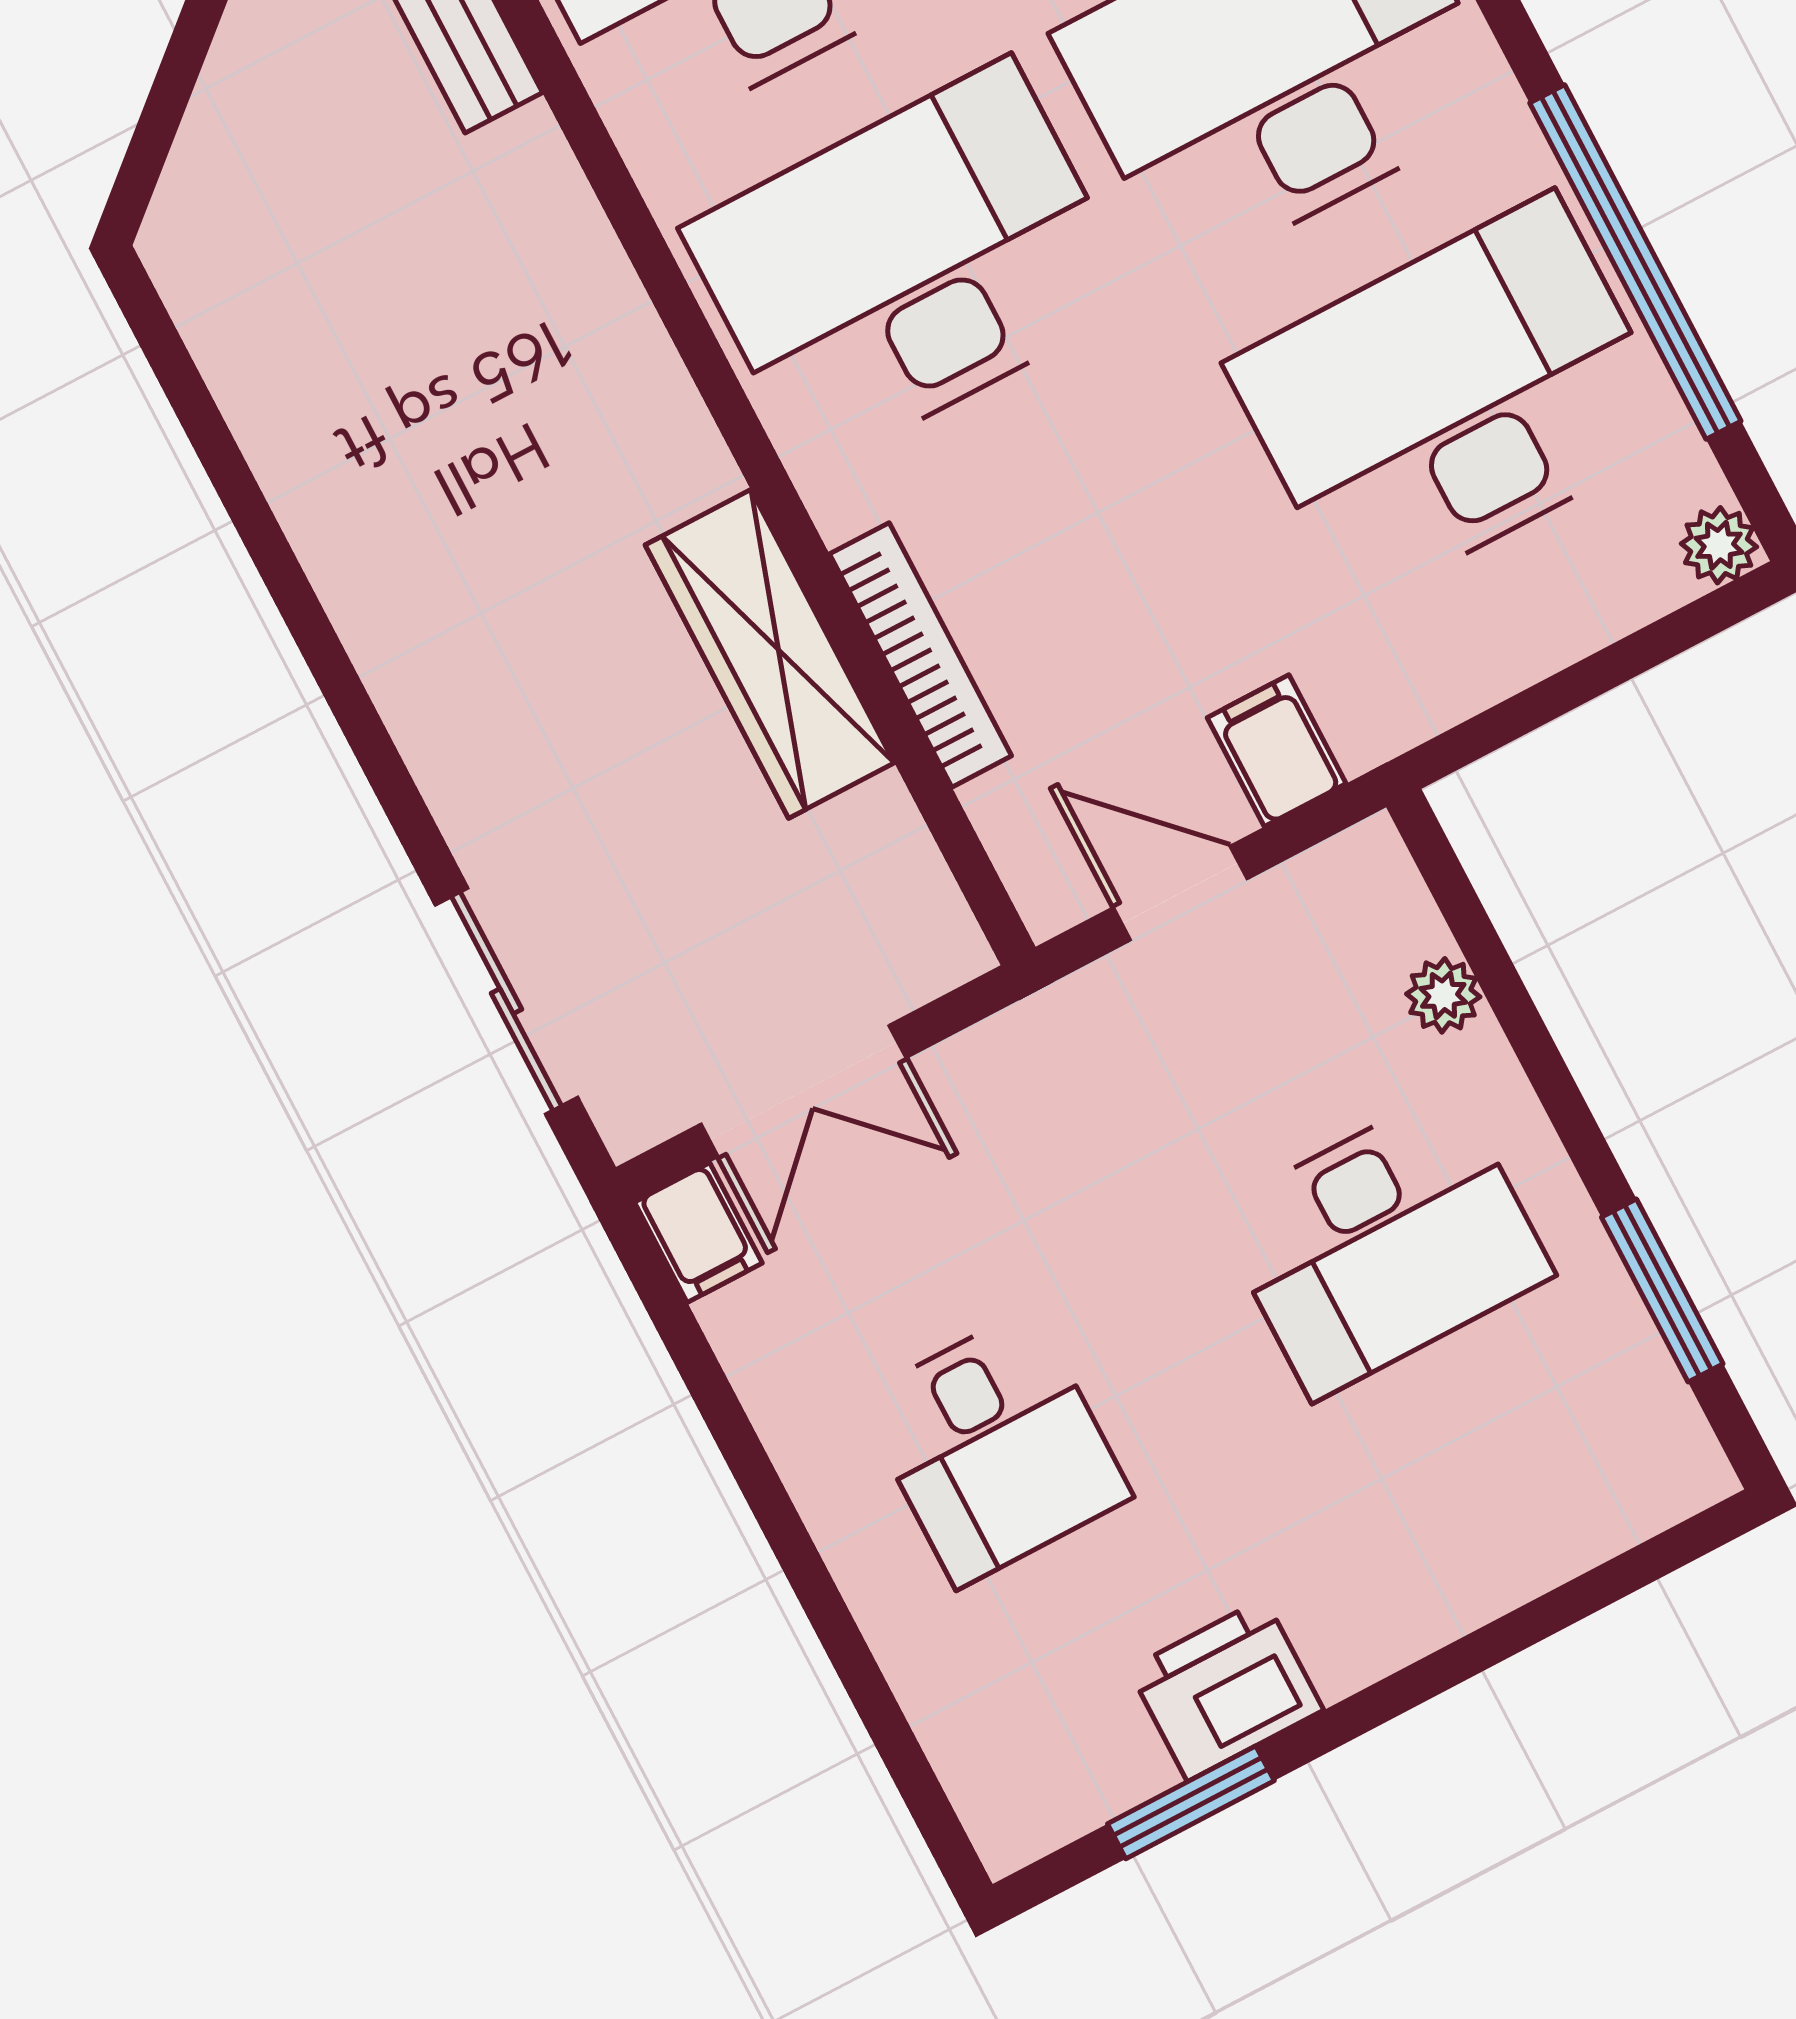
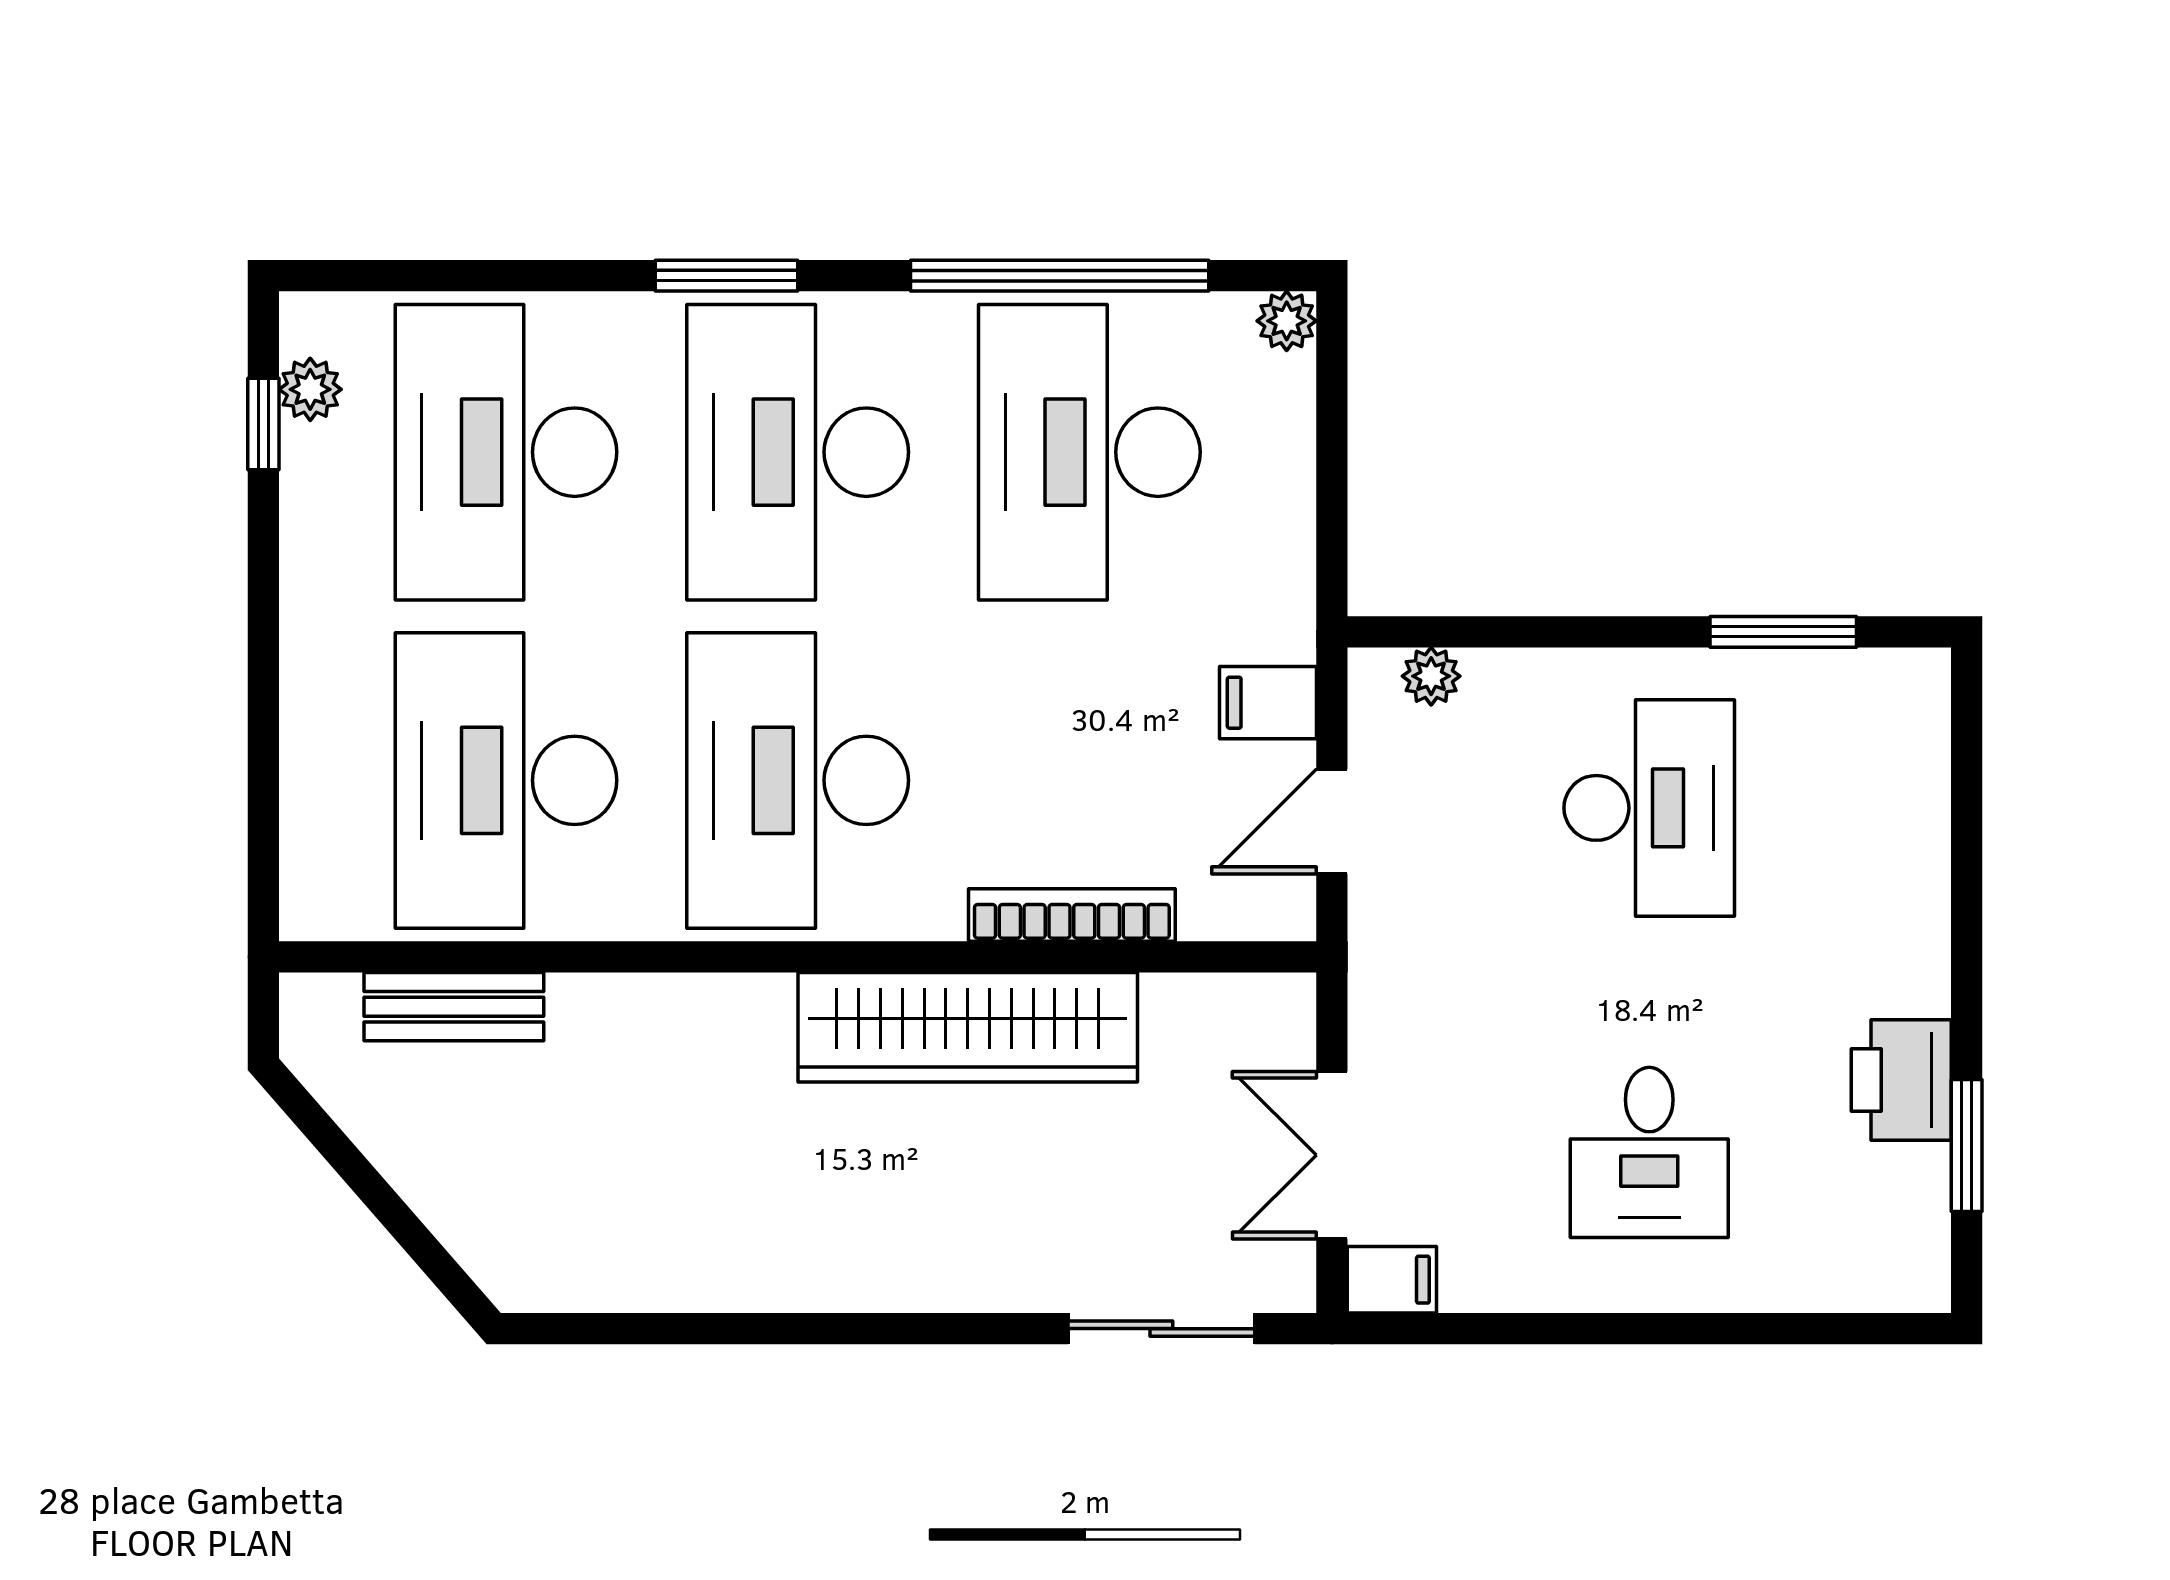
wardrobe: (770, 654) -> (968, 1027), width x1.40, depth x1.17
plant: (1443, 995) -> (1431, 676), moved
double door: (803, 1091) -> (1332, 1155), swing flipped
desk: (995, 1448) -> (1649, 1152), turned 90

